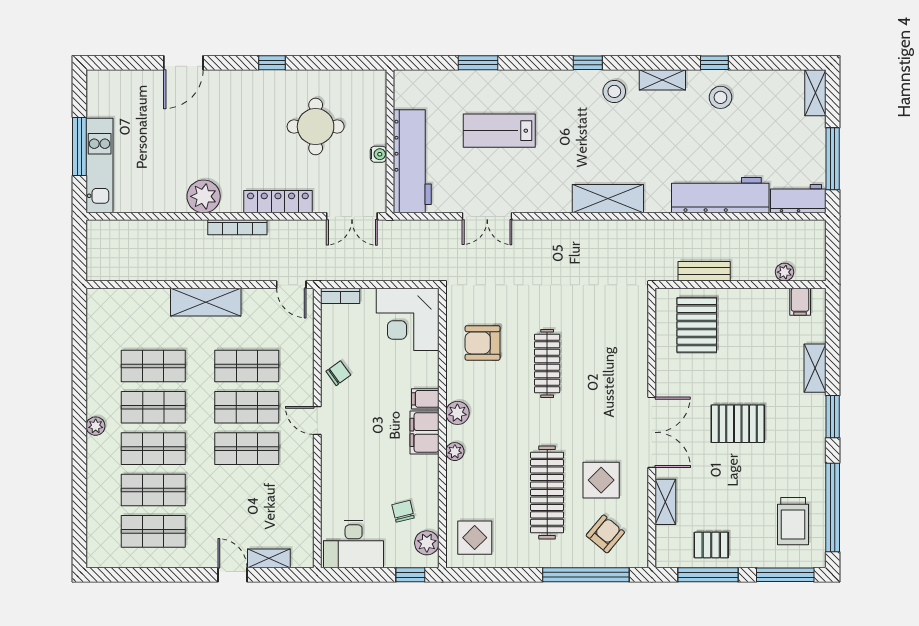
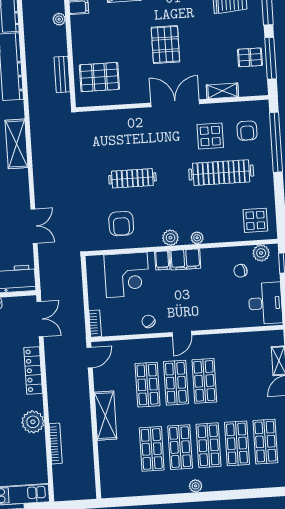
bookcase: (237, 227) -> (56, 444), moved
corner desk: (408, 319) -> (127, 275), moved
armchair: (605, 534) -> (247, 131), turned -130
pallet: (711, 545) -> (250, 57), turned 90

